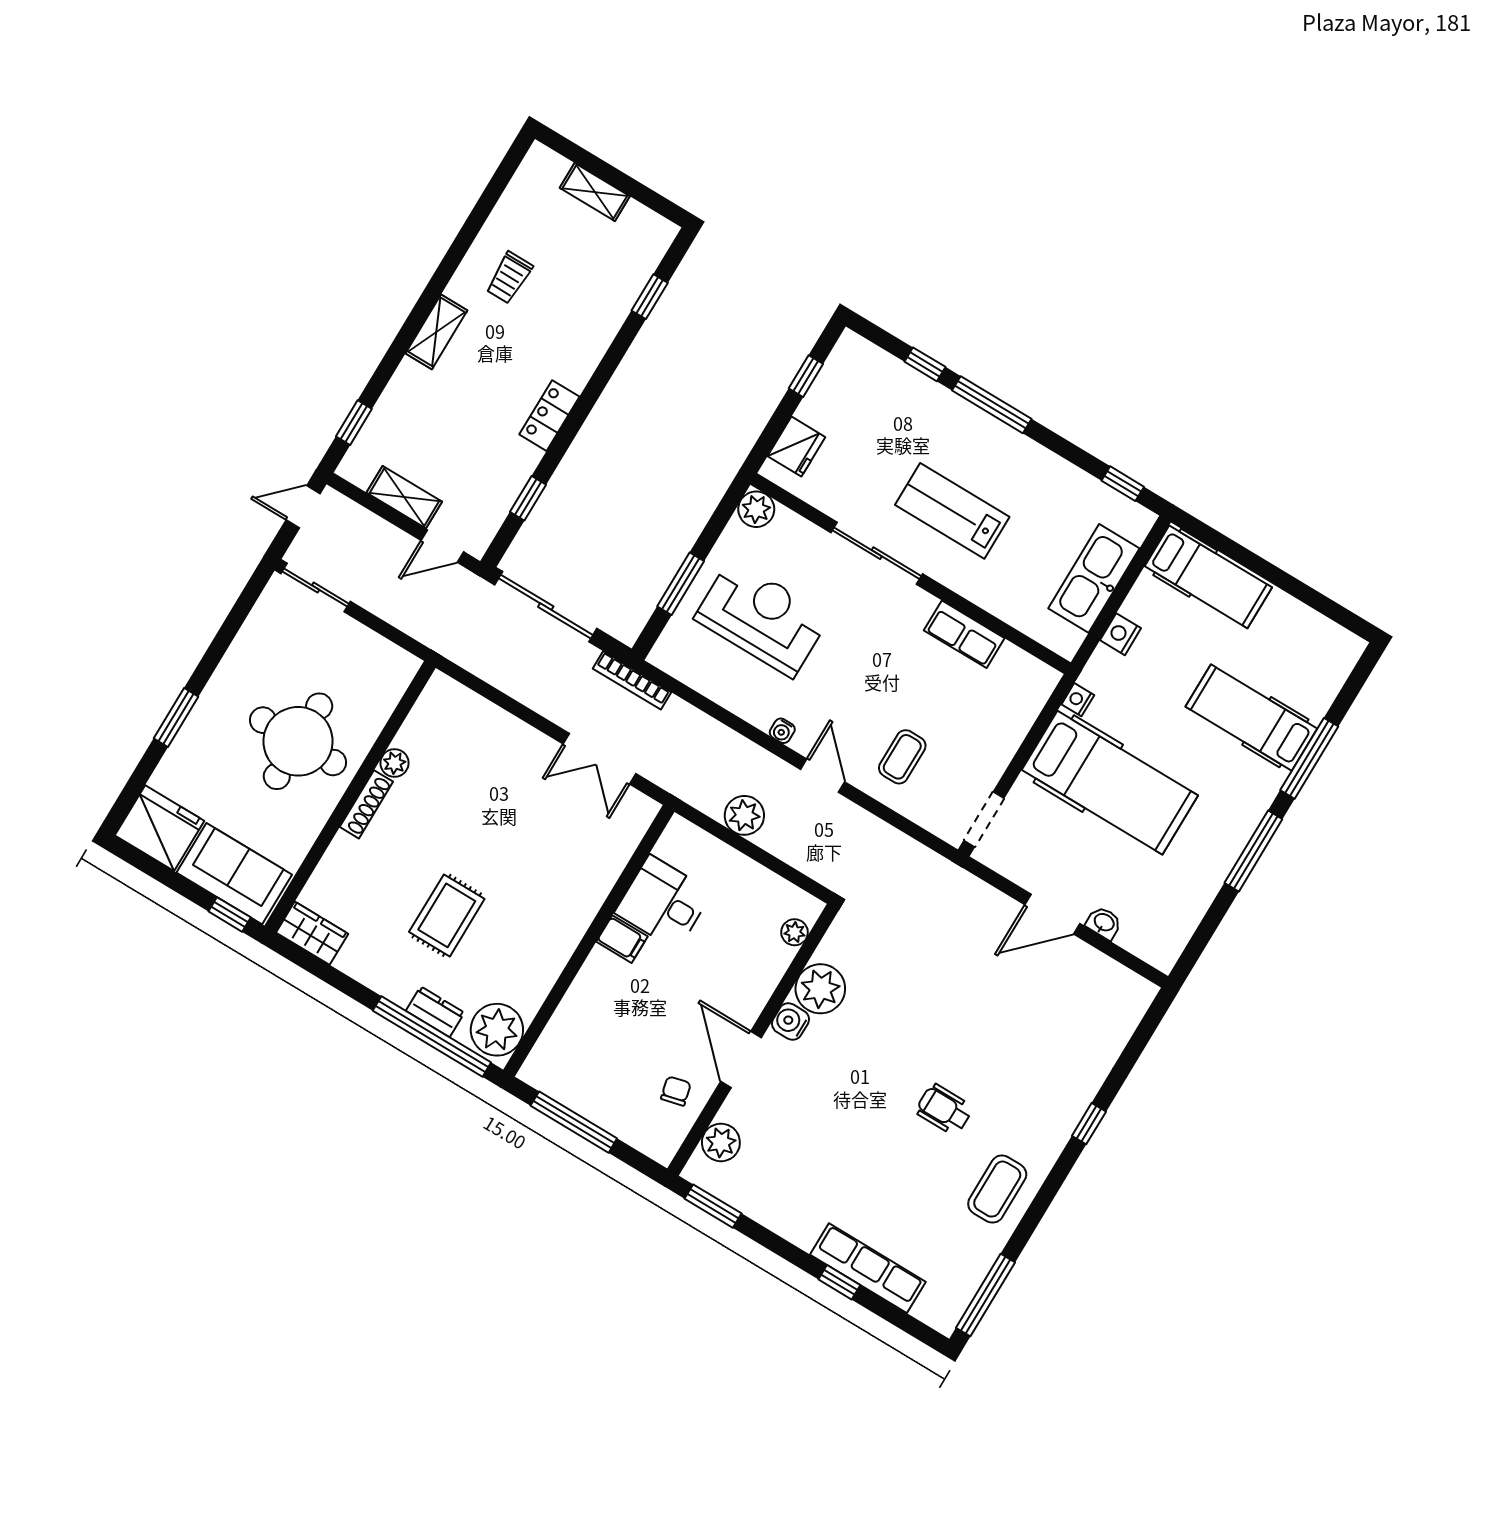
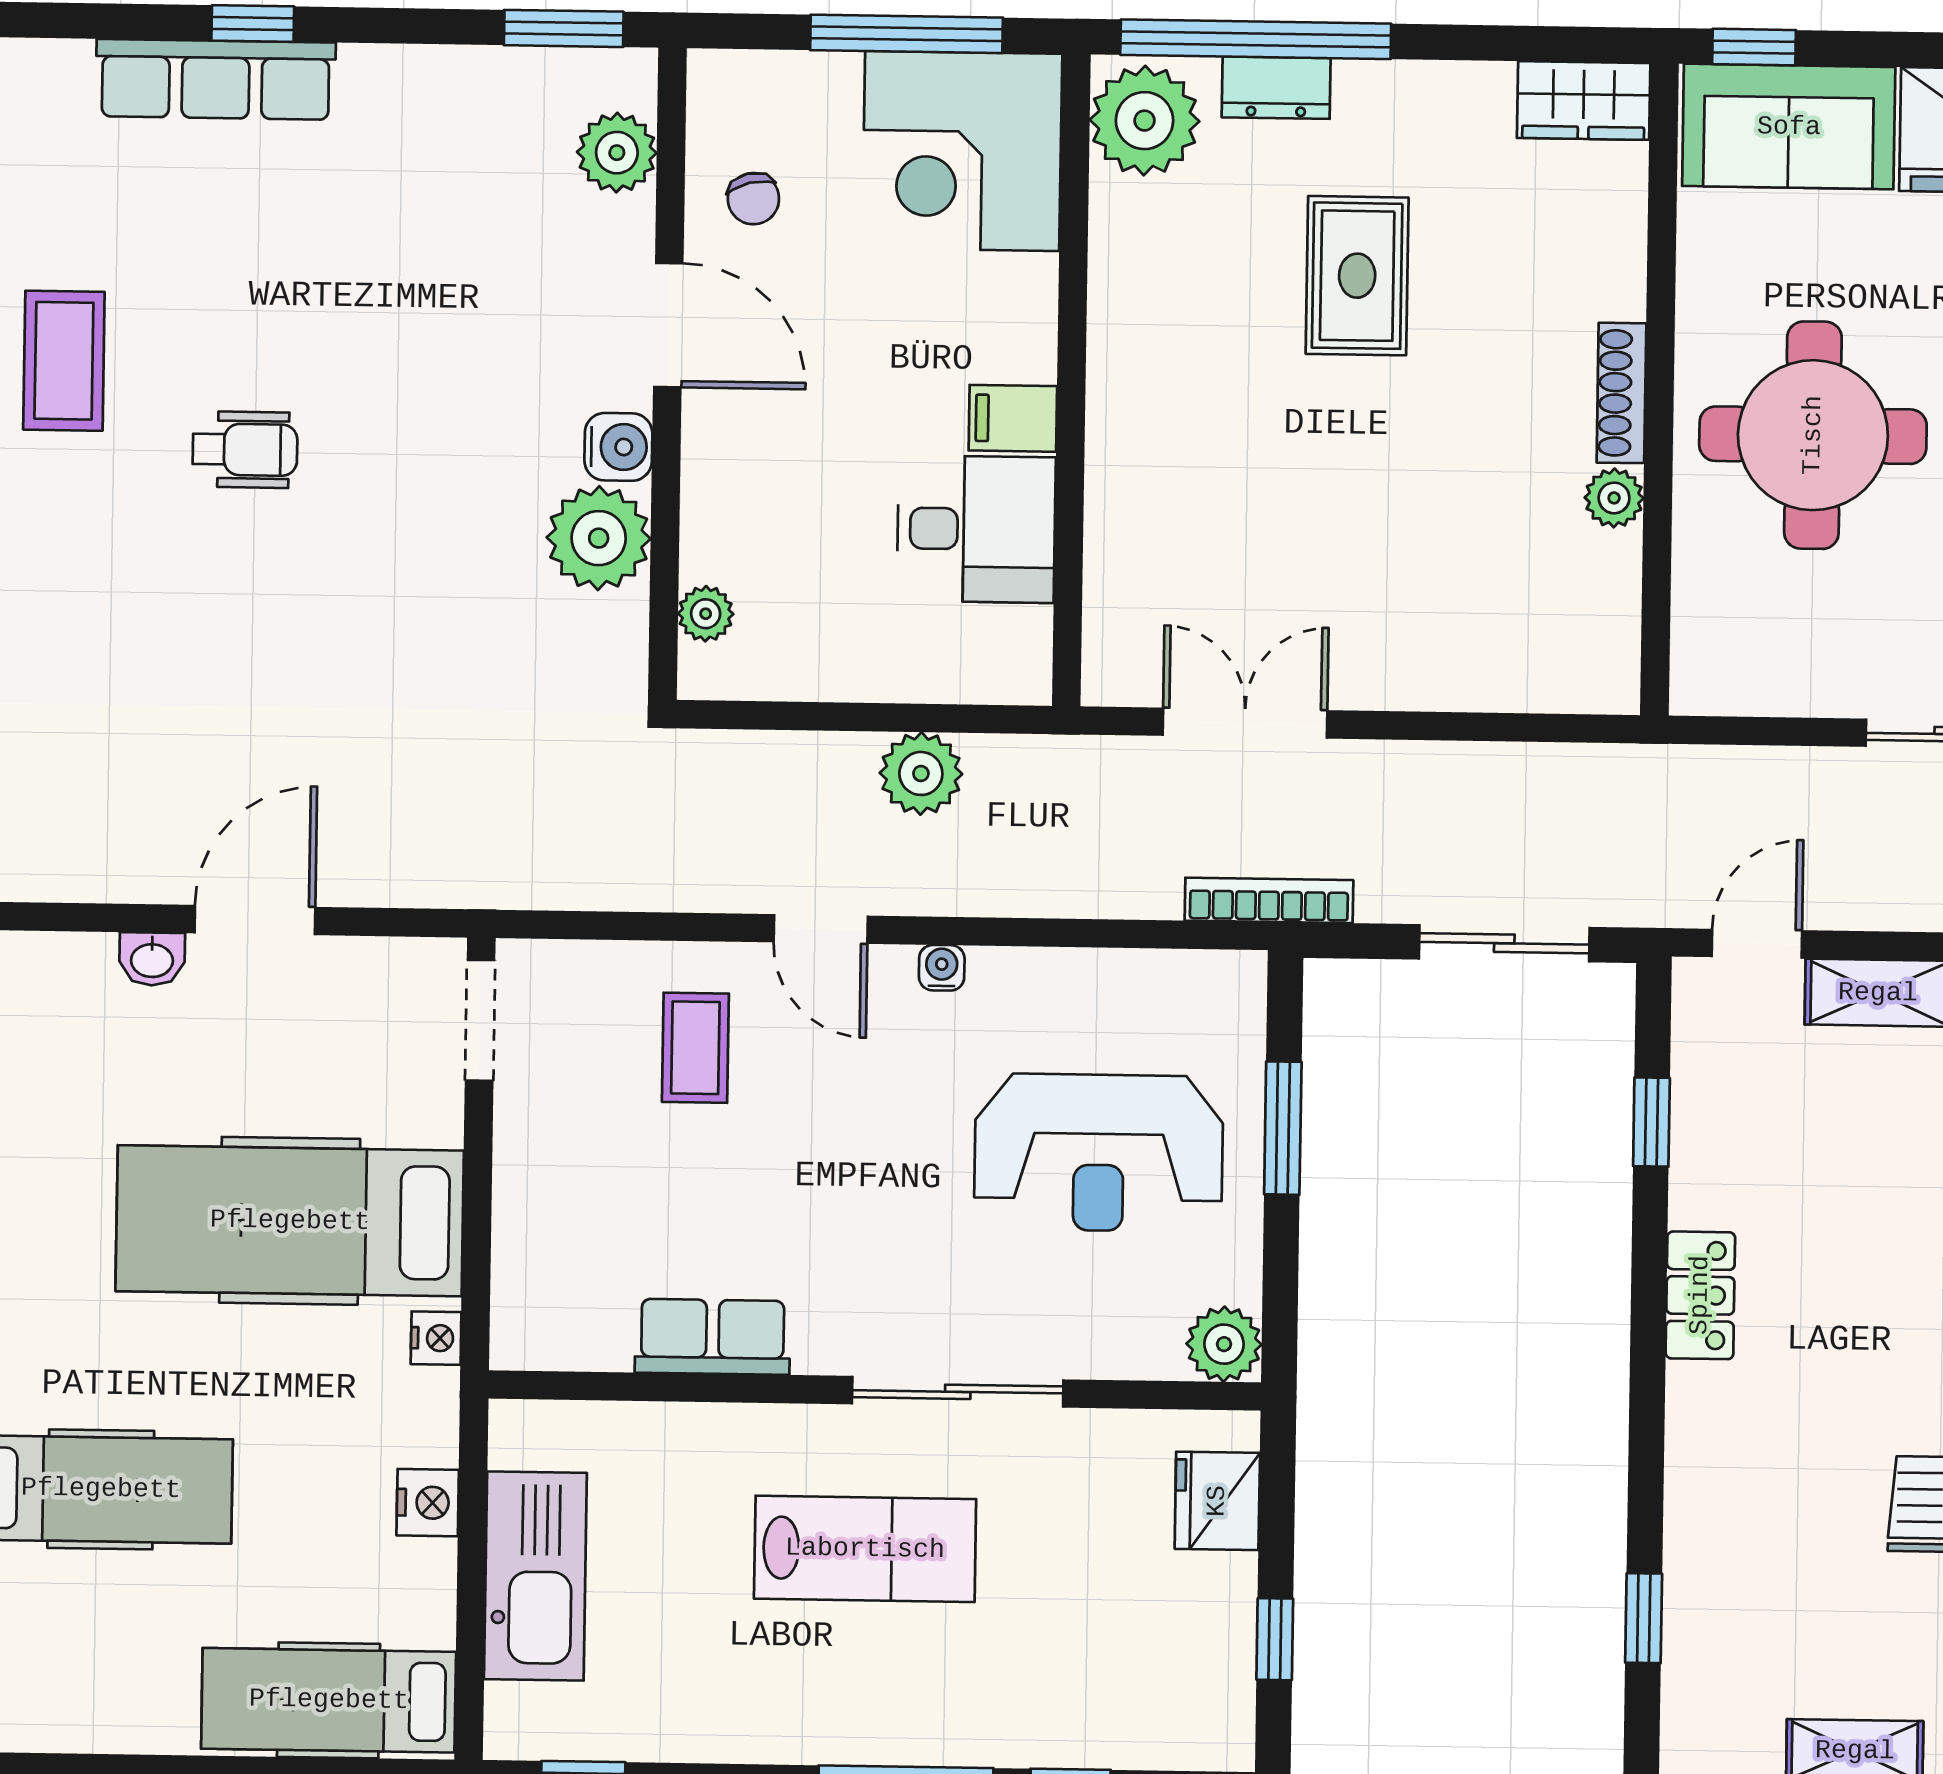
sliding door: (546, 607) -> (1504, 943), width x0.73
corner desk: (579, 1061) -> (962, 151), added

